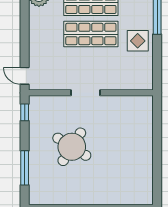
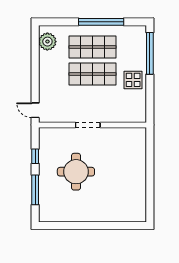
window: (25, 112) -> (35, 156), moved
round table: (72, 147) -> (76, 172), turned -32

